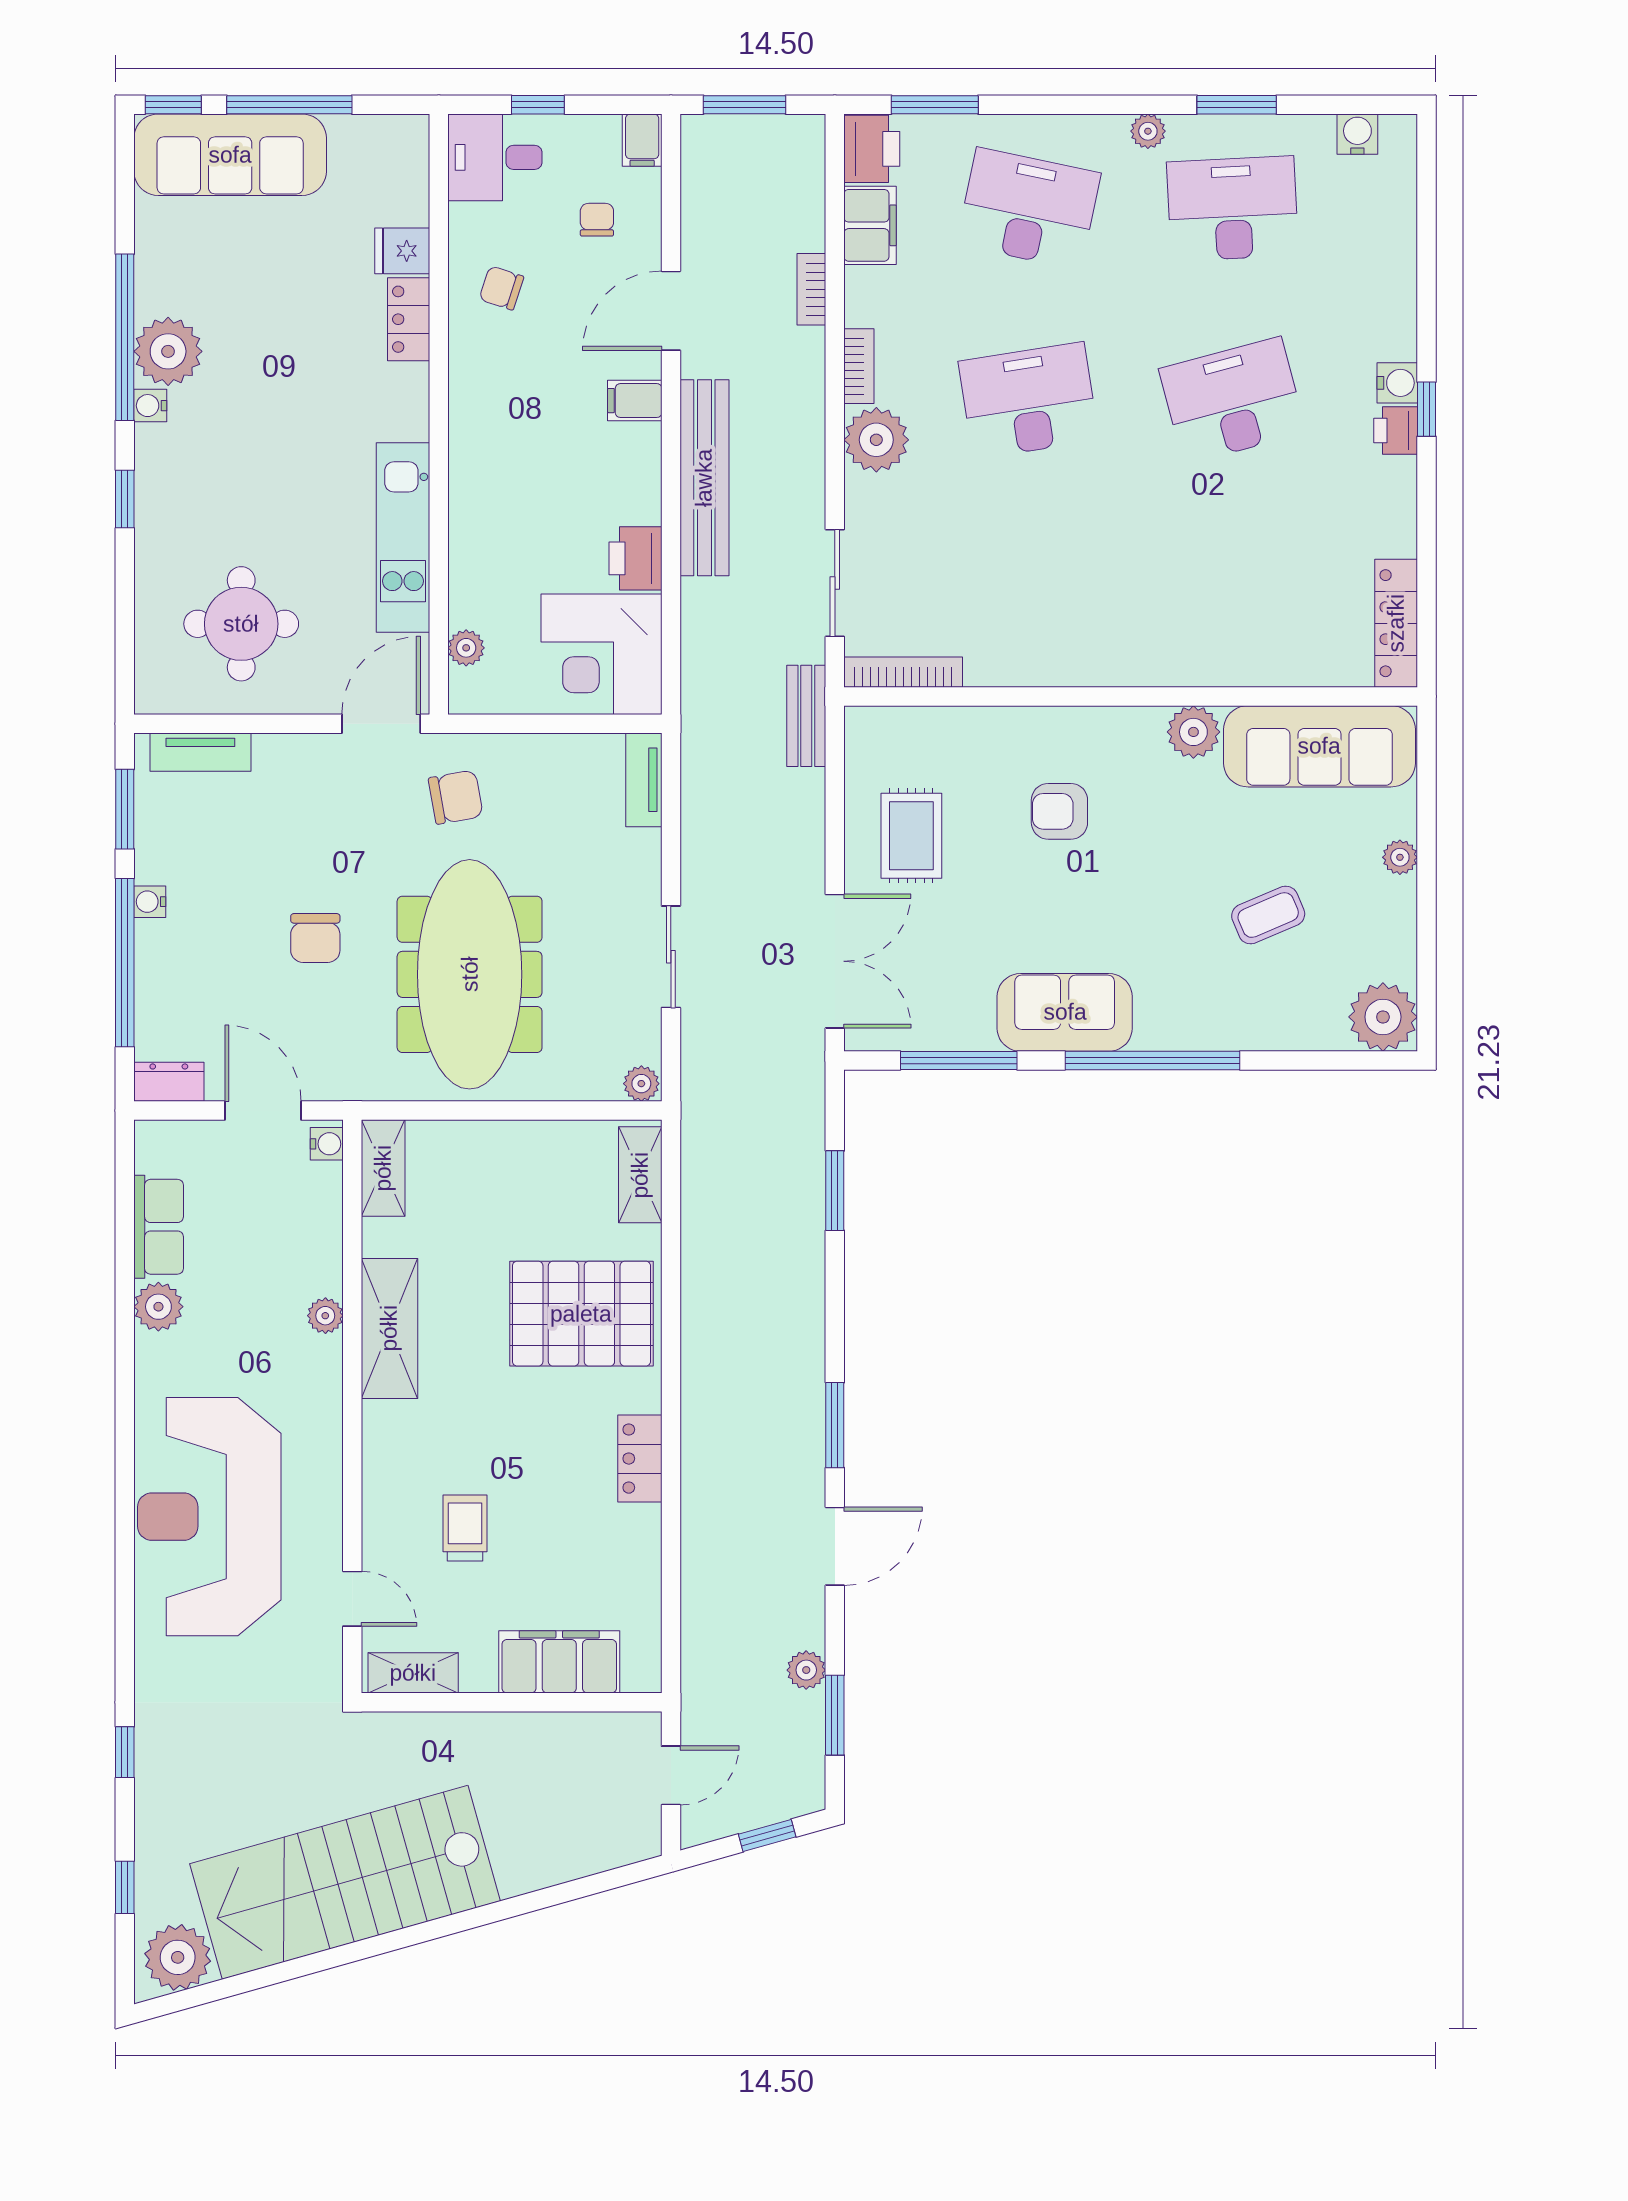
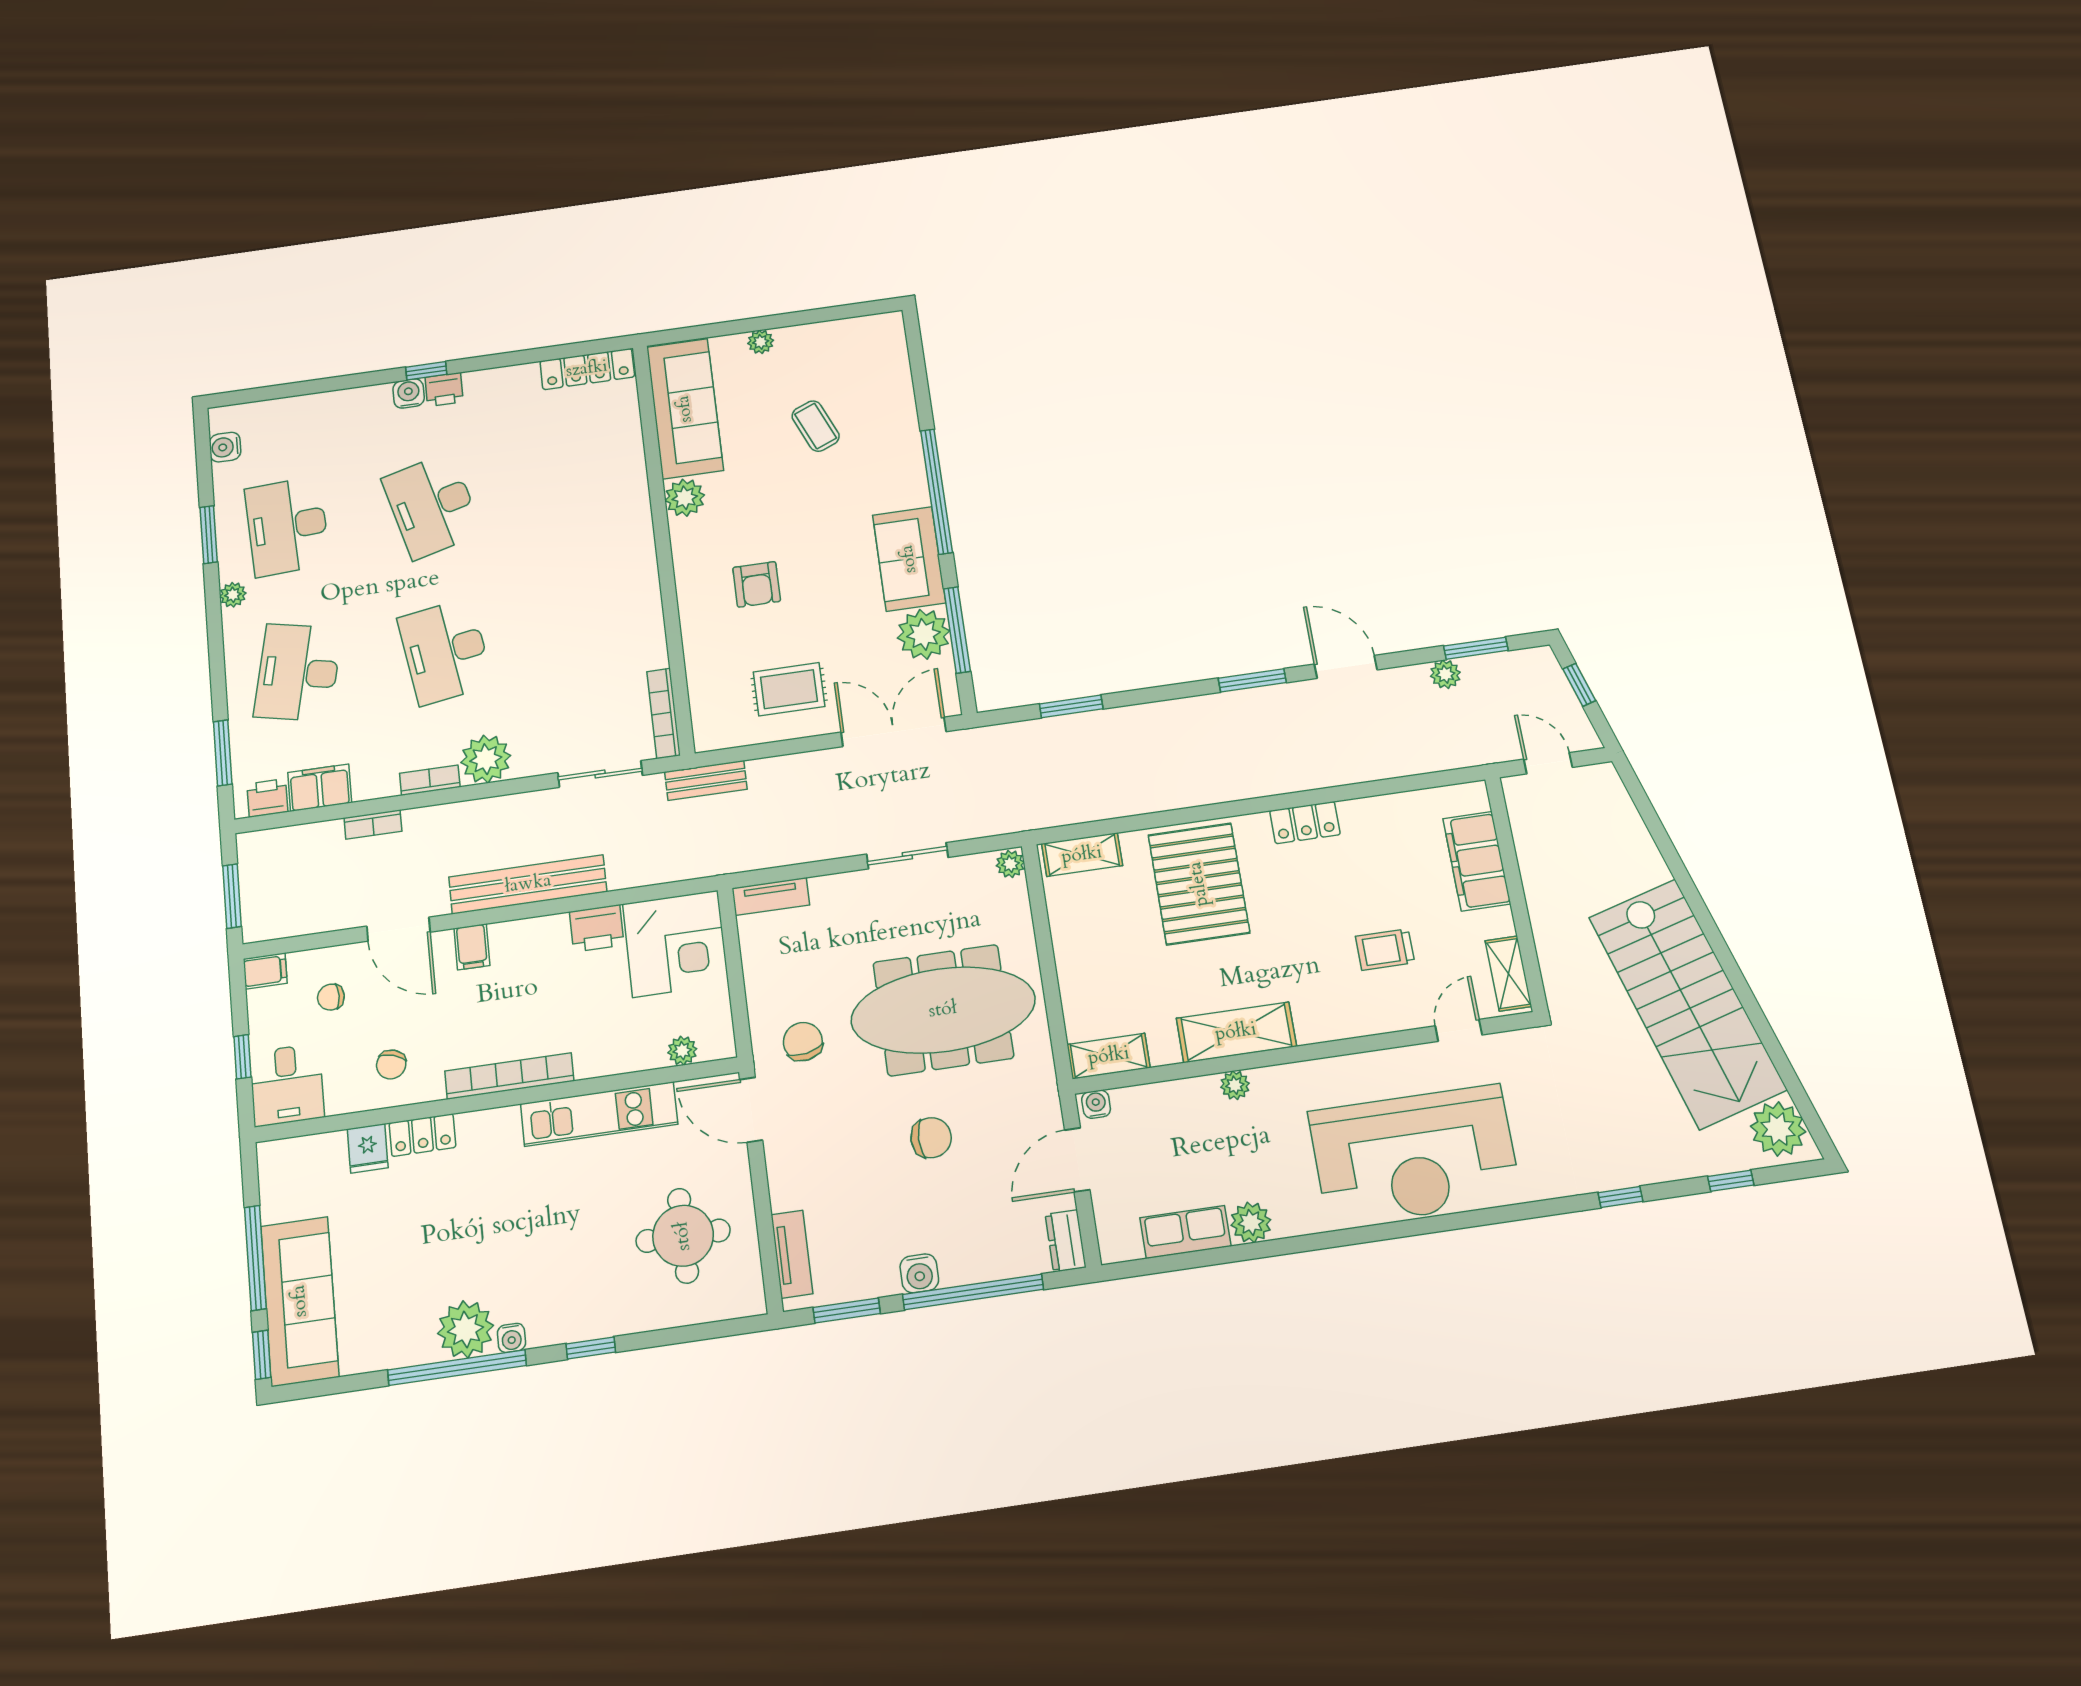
printer: (872, 149) -> (267, 798), width x0.73, depth x0.81
bookcase: (466, 432) -> (509, 1076), added
water cooler: (150, 902) -> (919, 1273), width x1.38, depth x1.38
plant: (1383, 1017) -> (924, 634), moved

